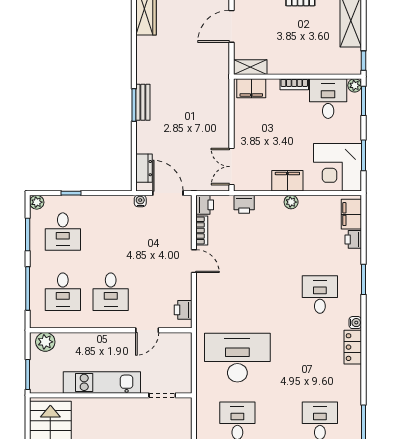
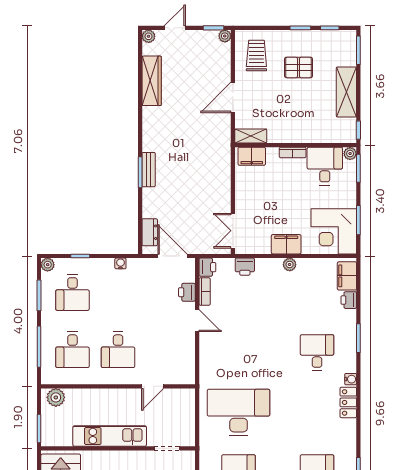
water cooler: (140, 201) -> (120, 263), moved
printer: (183, 310) -> (187, 292), moved

